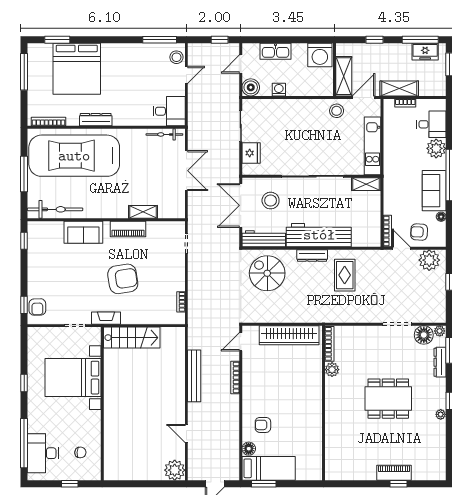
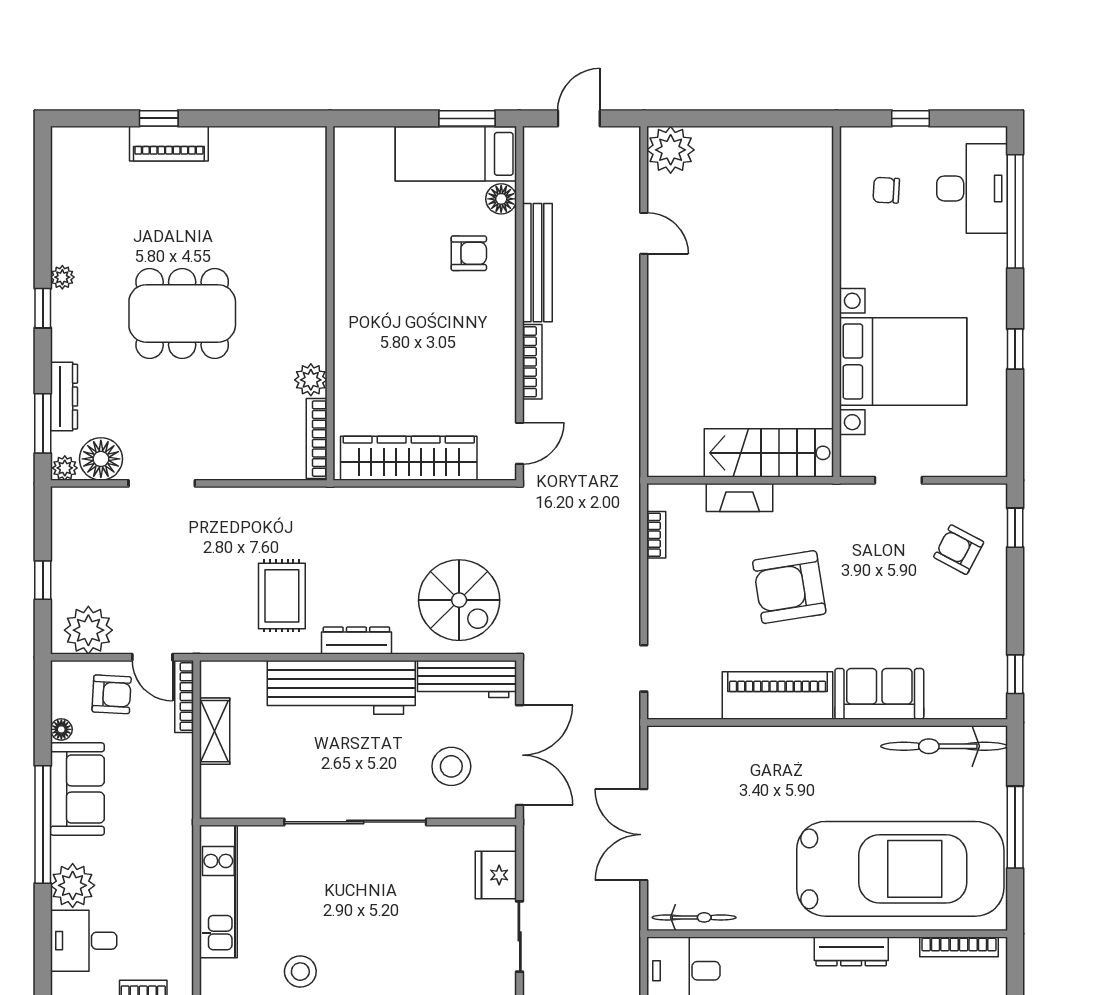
shelving: (366, 184) -> (215, 731), moved, turned 90
shelving: (143, 212) -> (743, 741), removed
piano: (128, 229) -> (778, 696), width x1.37, depth x1.33
armchair: (37, 307) -> (959, 550), moved, turned -61
fireplace: (106, 318) -> (739, 498), moved
bench: (194, 376) -> (537, 263), moved

